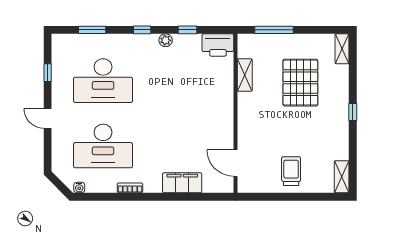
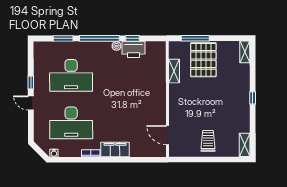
window: (142, 30) -> (99, 38), width x3.17
printer: (218, 45) -> (134, 49), moved
window: (48, 73) -> (31, 83), moved
pallet: (300, 83) -> (203, 60), moved
filing cabinet: (182, 183) -> (115, 150), moved

